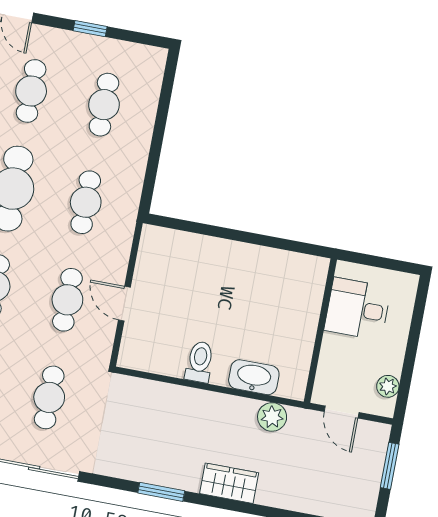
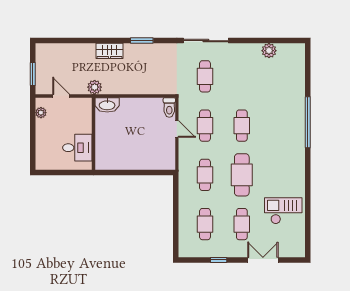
desk: (358, 309) -> (77, 148), moved
wall: (320, 331) -> (93, 134), moved
toilet: (200, 362) -> (169, 107), moved

